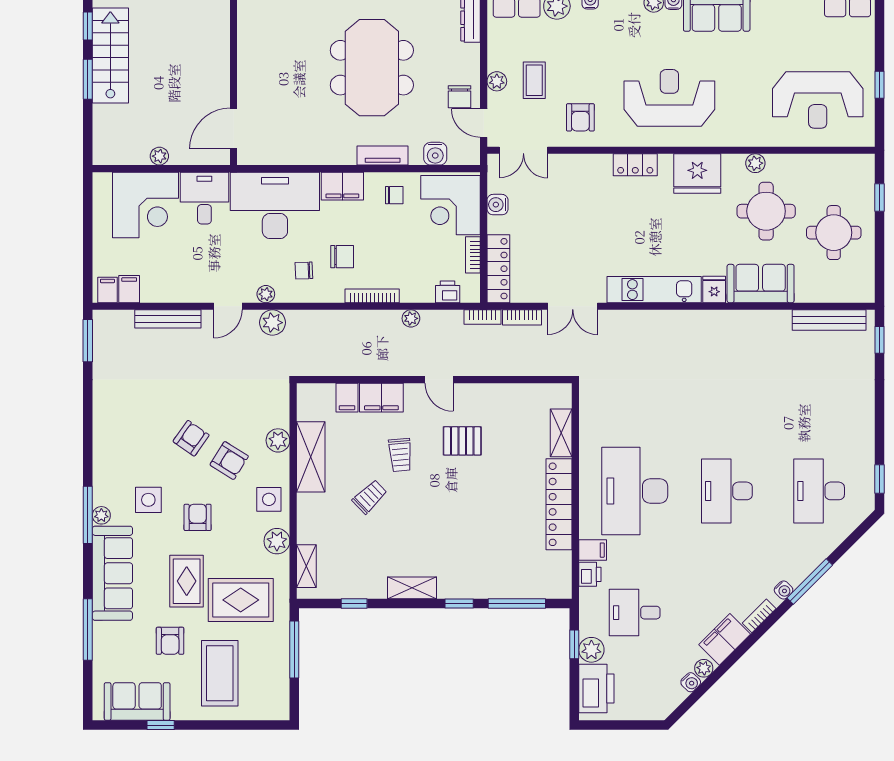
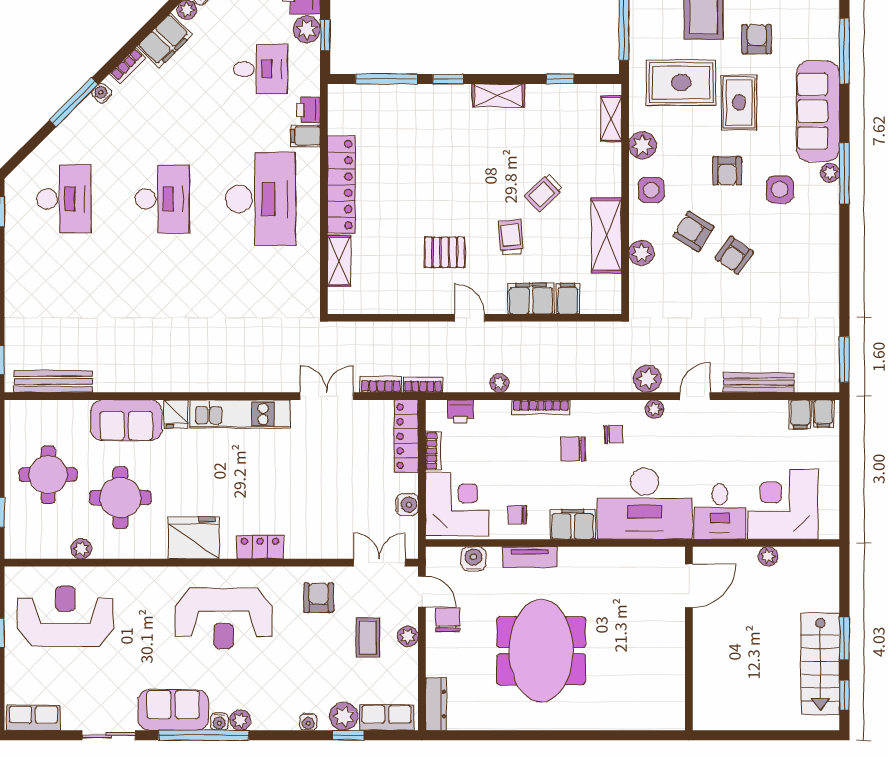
plant: (755, 163) -> (81, 549), moved

